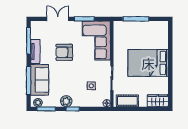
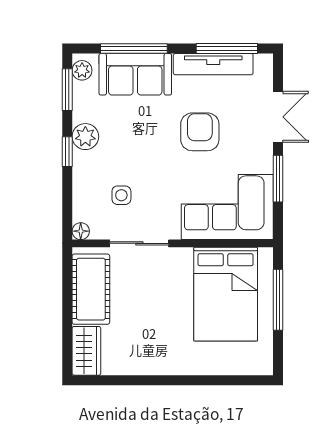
tv unit: (35, 52) -> (213, 64), width x1.41
bed: (148, 63) -> (226, 294), moved, turned 180
cot: (127, 101) -> (91, 289), width x1.37, depth x1.34

